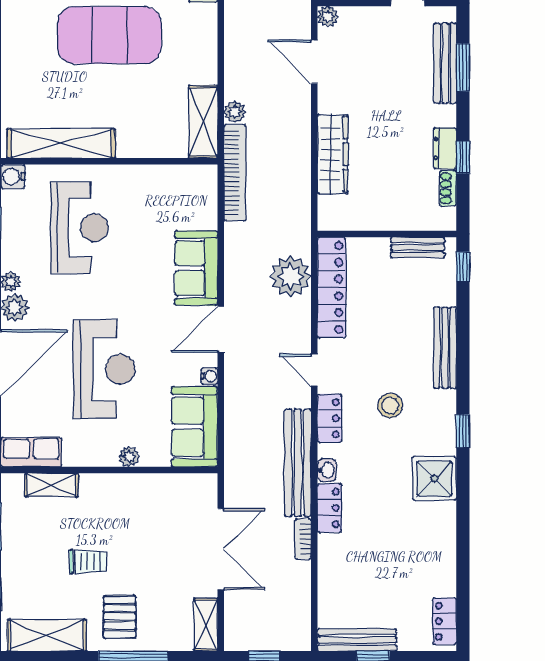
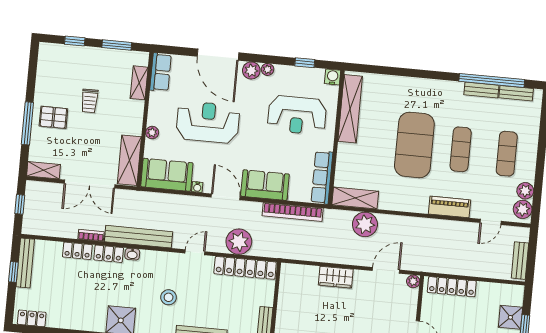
plant: (235, 112) -> (365, 224), width x1.88, depth x1.88
wardrobe: (333, 154) -> (336, 277), width x0.67
bookcase: (235, 173) -> (293, 212), moved
row of seats: (175, 178) -> (322, 178), added
plant: (291, 276) -> (239, 242), moved
reception desk: (104, 369) -> (208, 122), turned 180
locker: (330, 418) -> (77, 251), moved
shelving: (47, 635) -> (129, 160), moved

